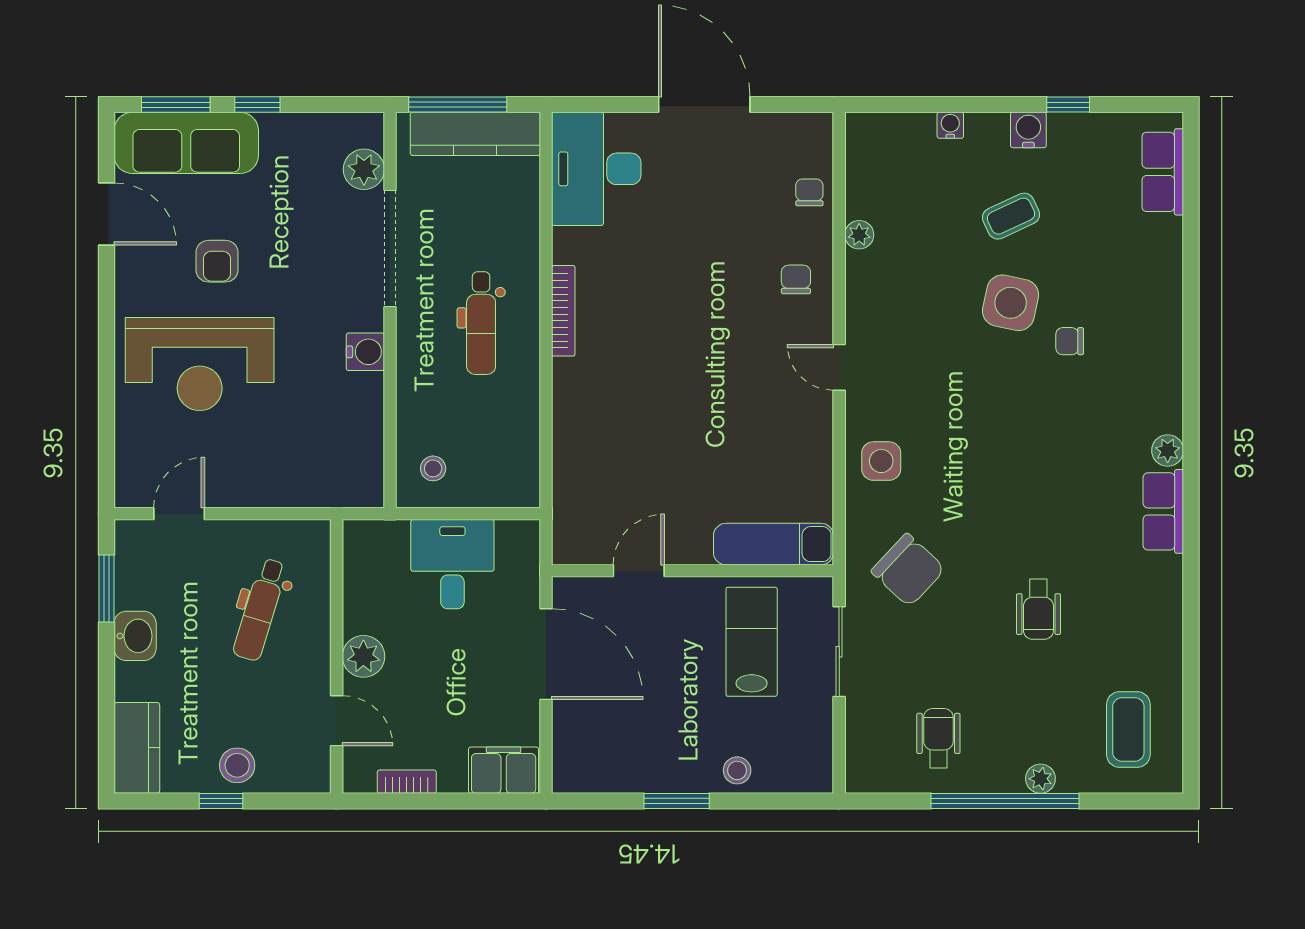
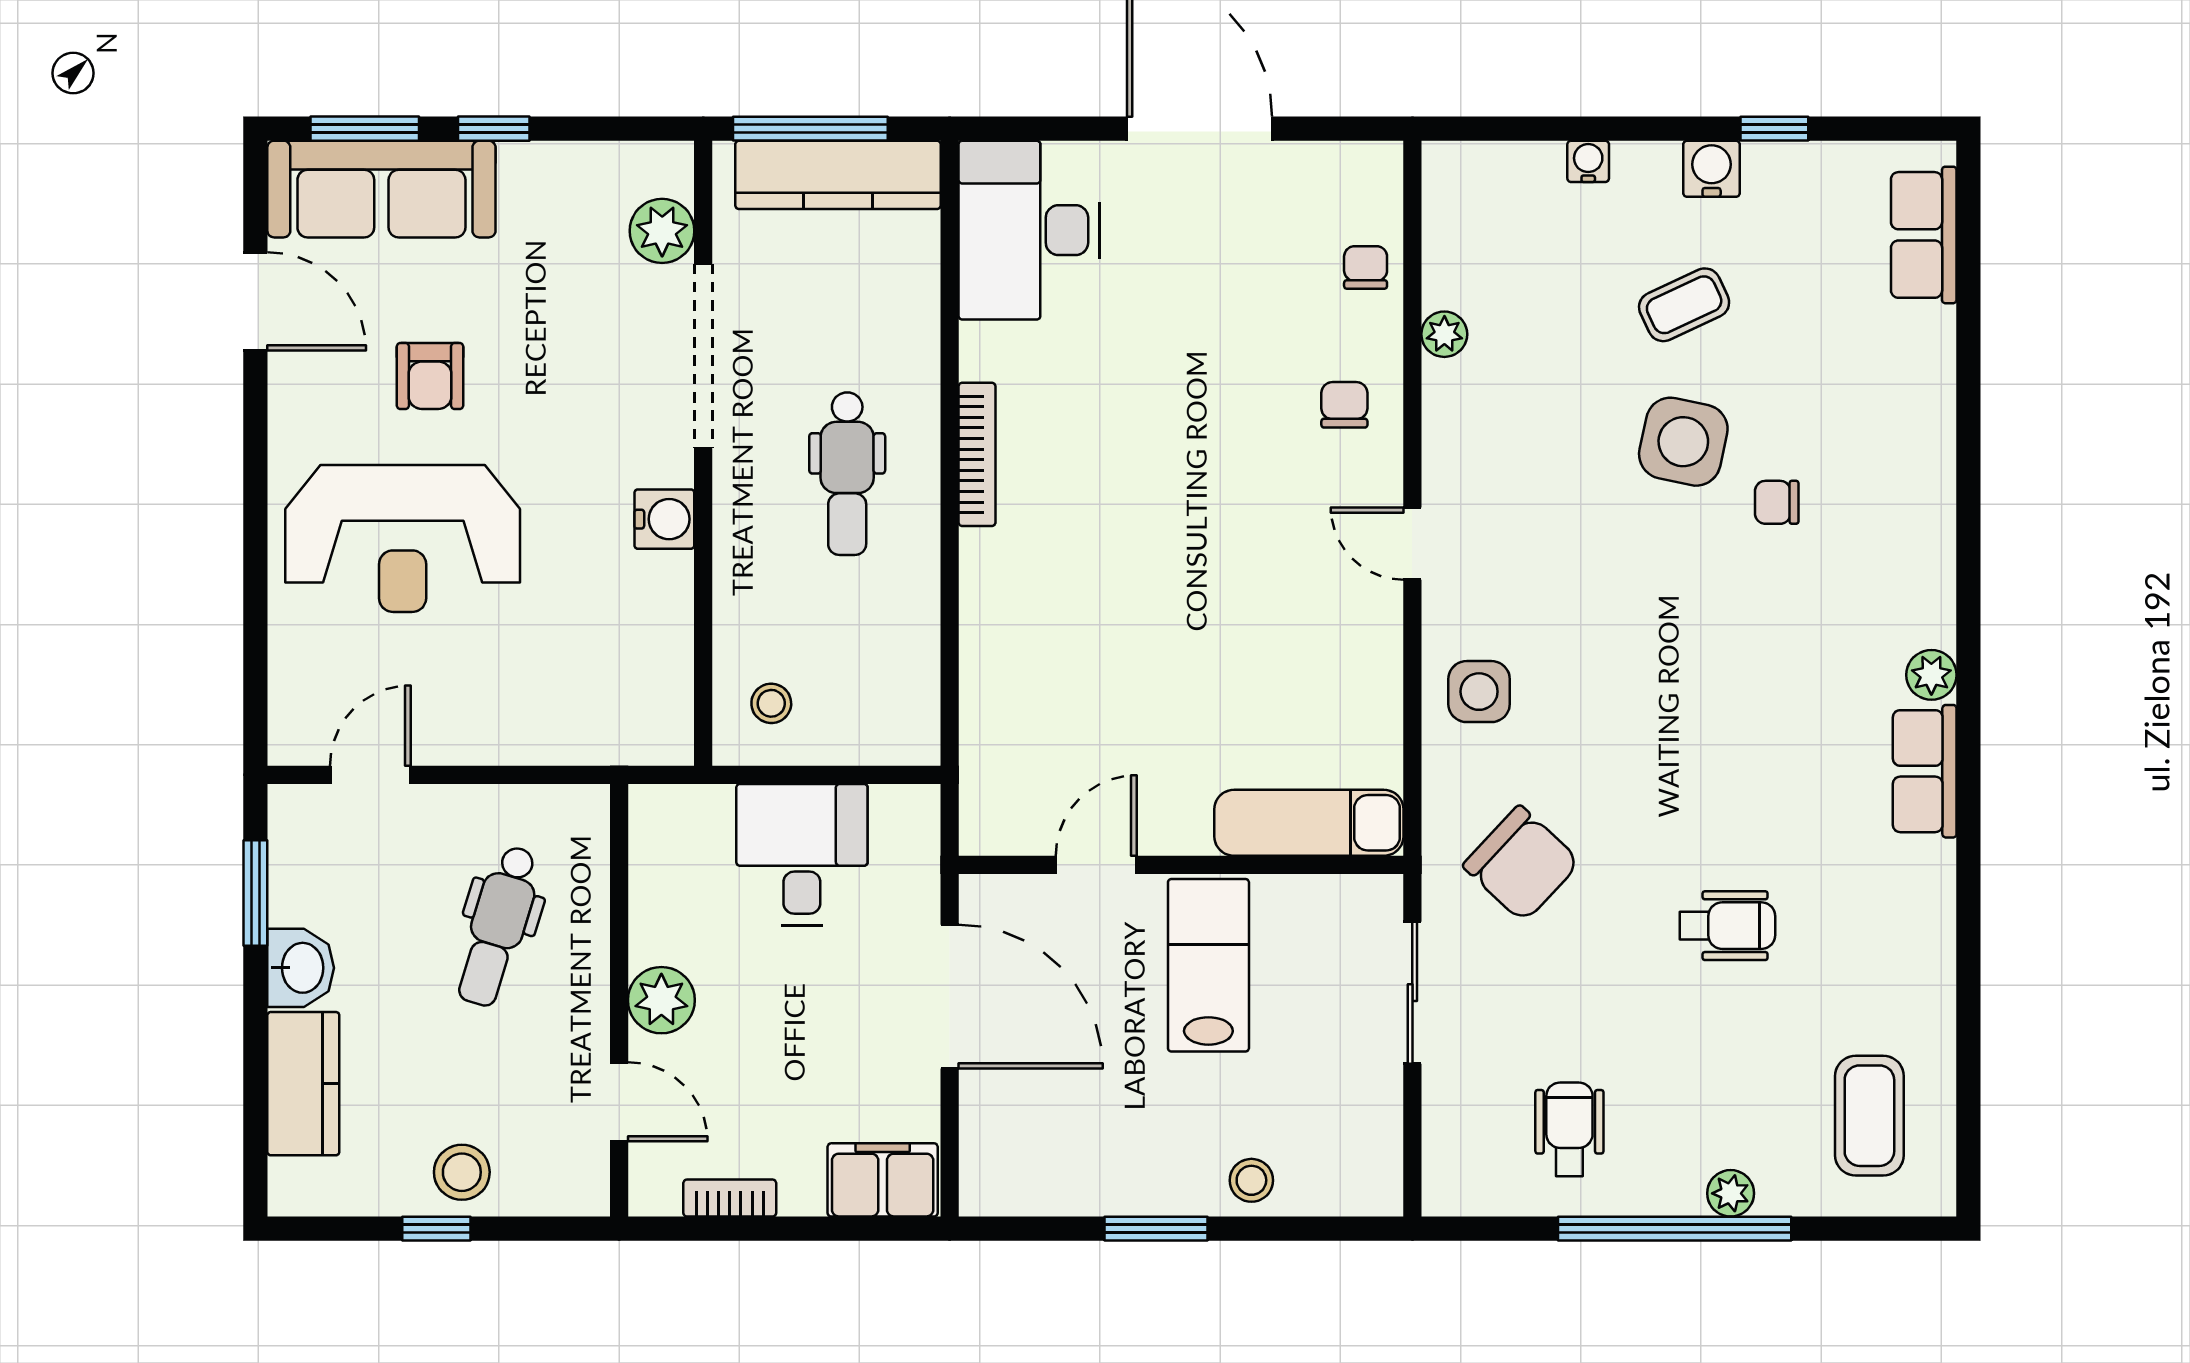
wheelchair: (1038, 609) -> (1727, 926), turned -90
lab bench: (752, 642) -> (1208, 965), moved
kitchen counter: (137, 748) -> (303, 1084), moved

